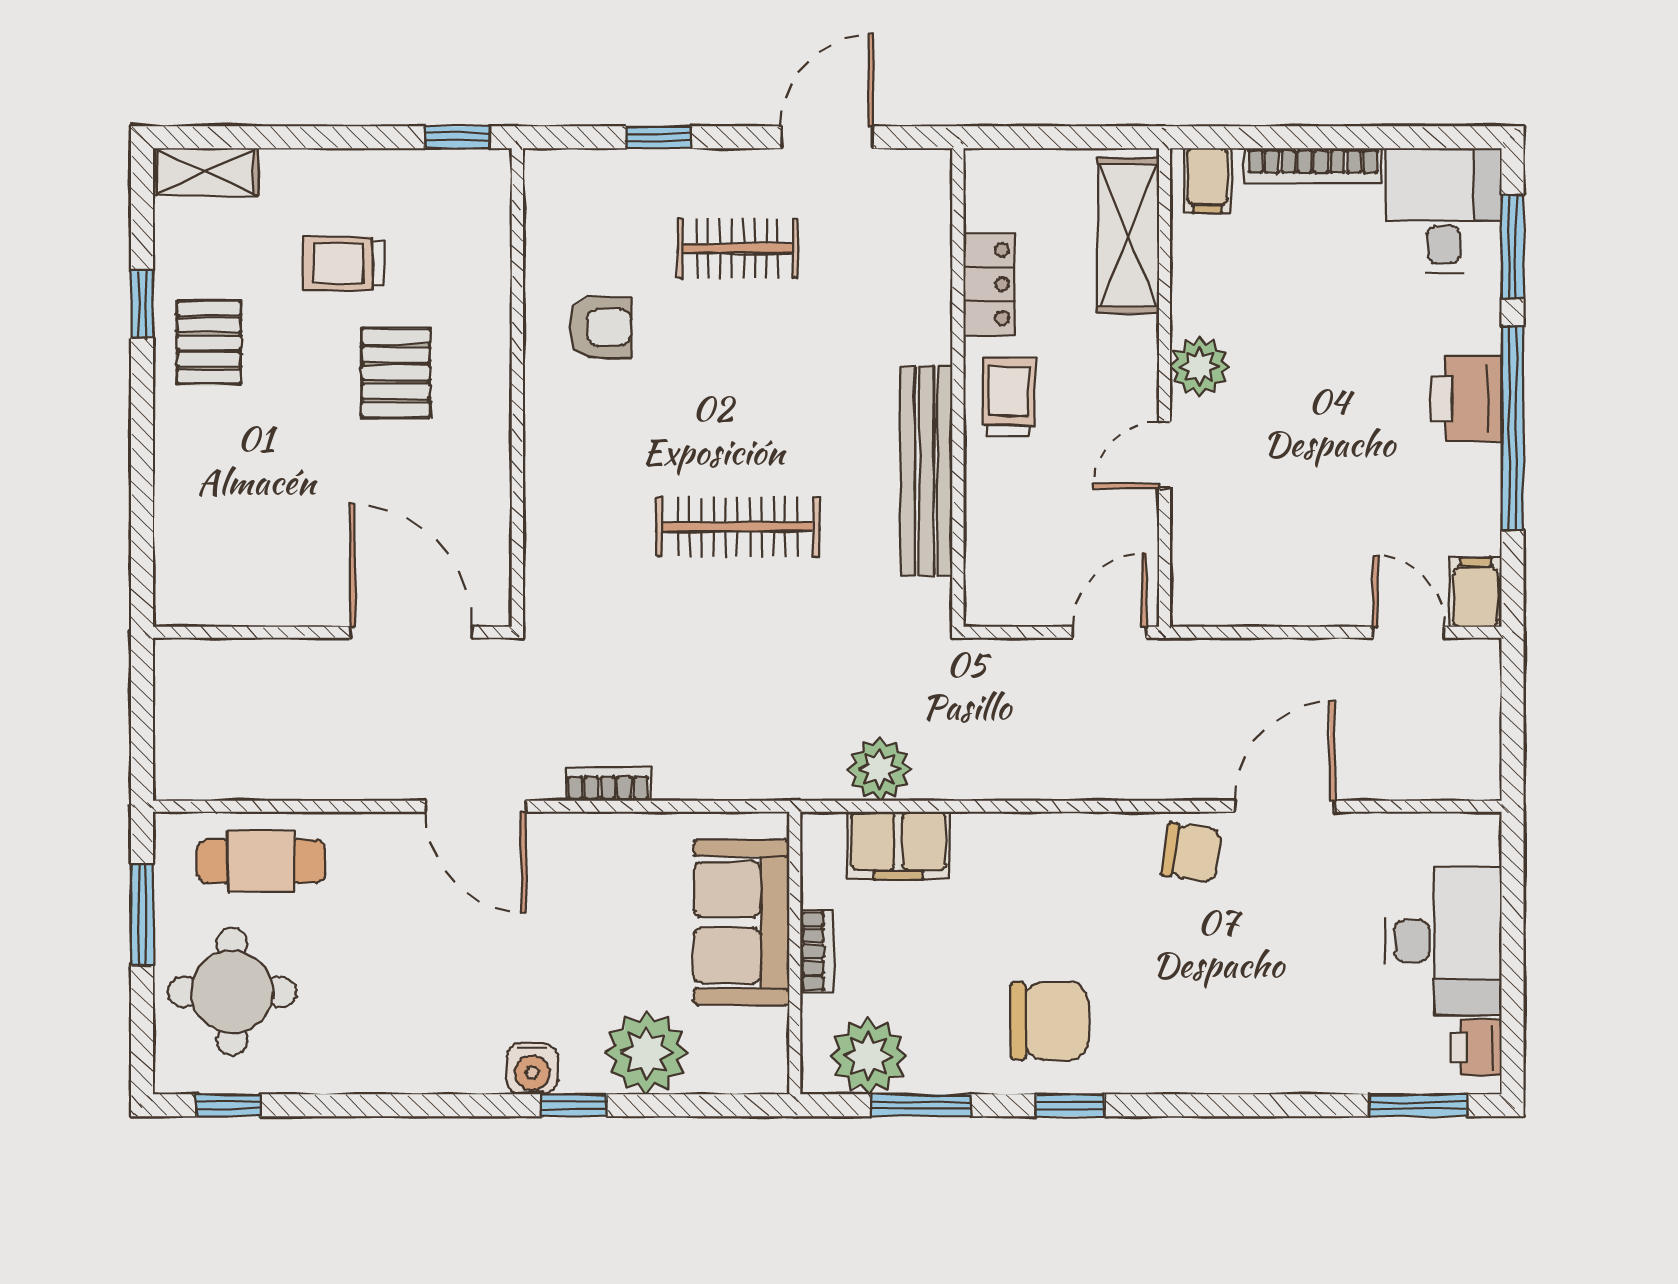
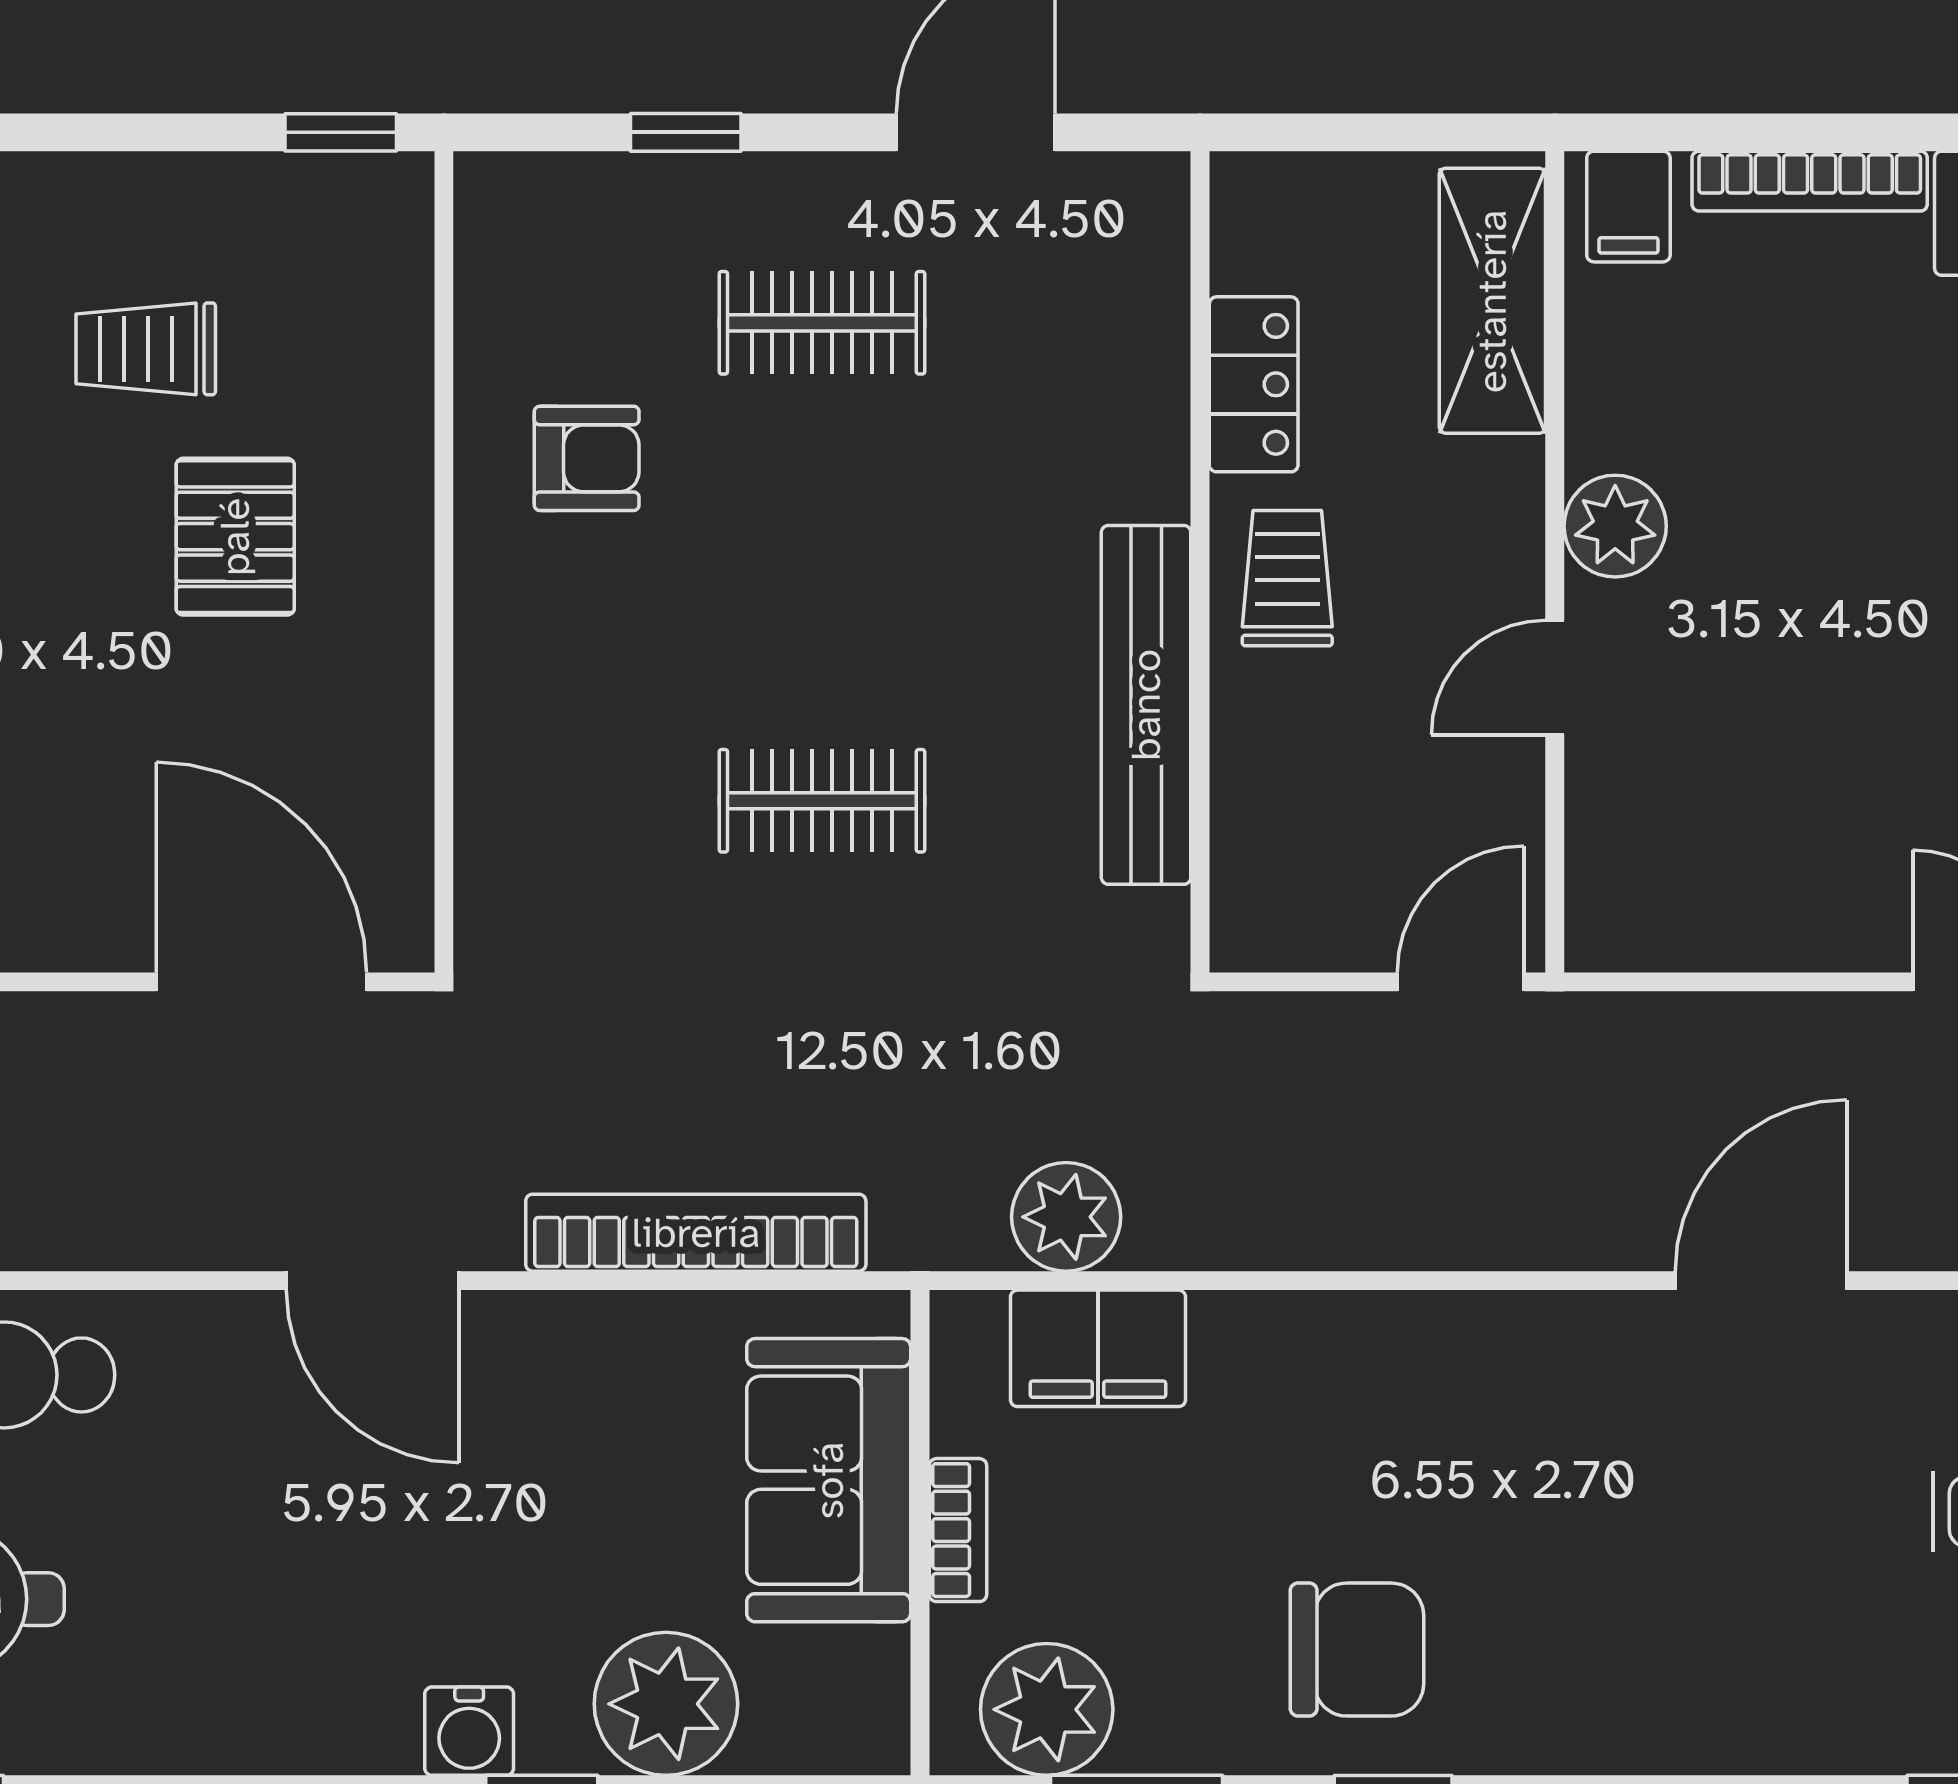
clothes rail: (738, 527) -> (822, 801), width x0.73
bookcase: (608, 784) -> (696, 1233), width x2.31, depth x1.31
chair: (1191, 853) -> (1601, 1360), removed

